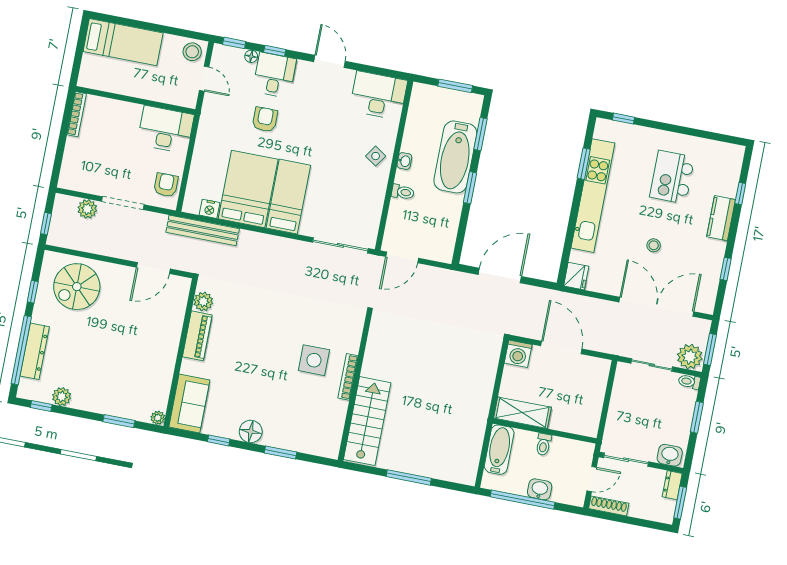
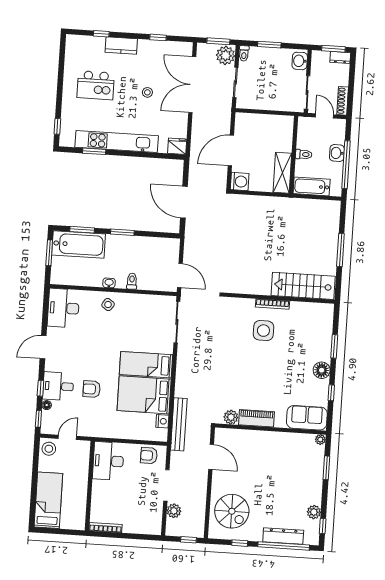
bathtub: (455, 157) -> (79, 244), moved
dresser: (672, 485) -> (340, 57), moved

